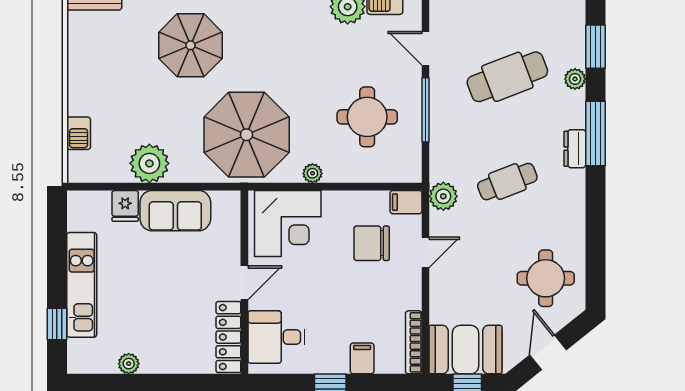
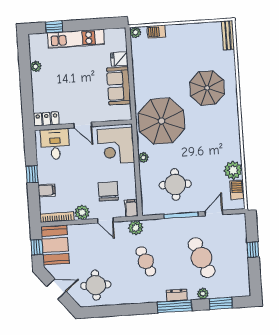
dresser: (575, 149) -> (177, 295), moved
plant: (149, 163) -> (135, 32), moved, width x0.53, depth x0.53
plant: (408, 295) -> (82, 212), added
locker: (228, 337) -> (47, 119), width x0.66

